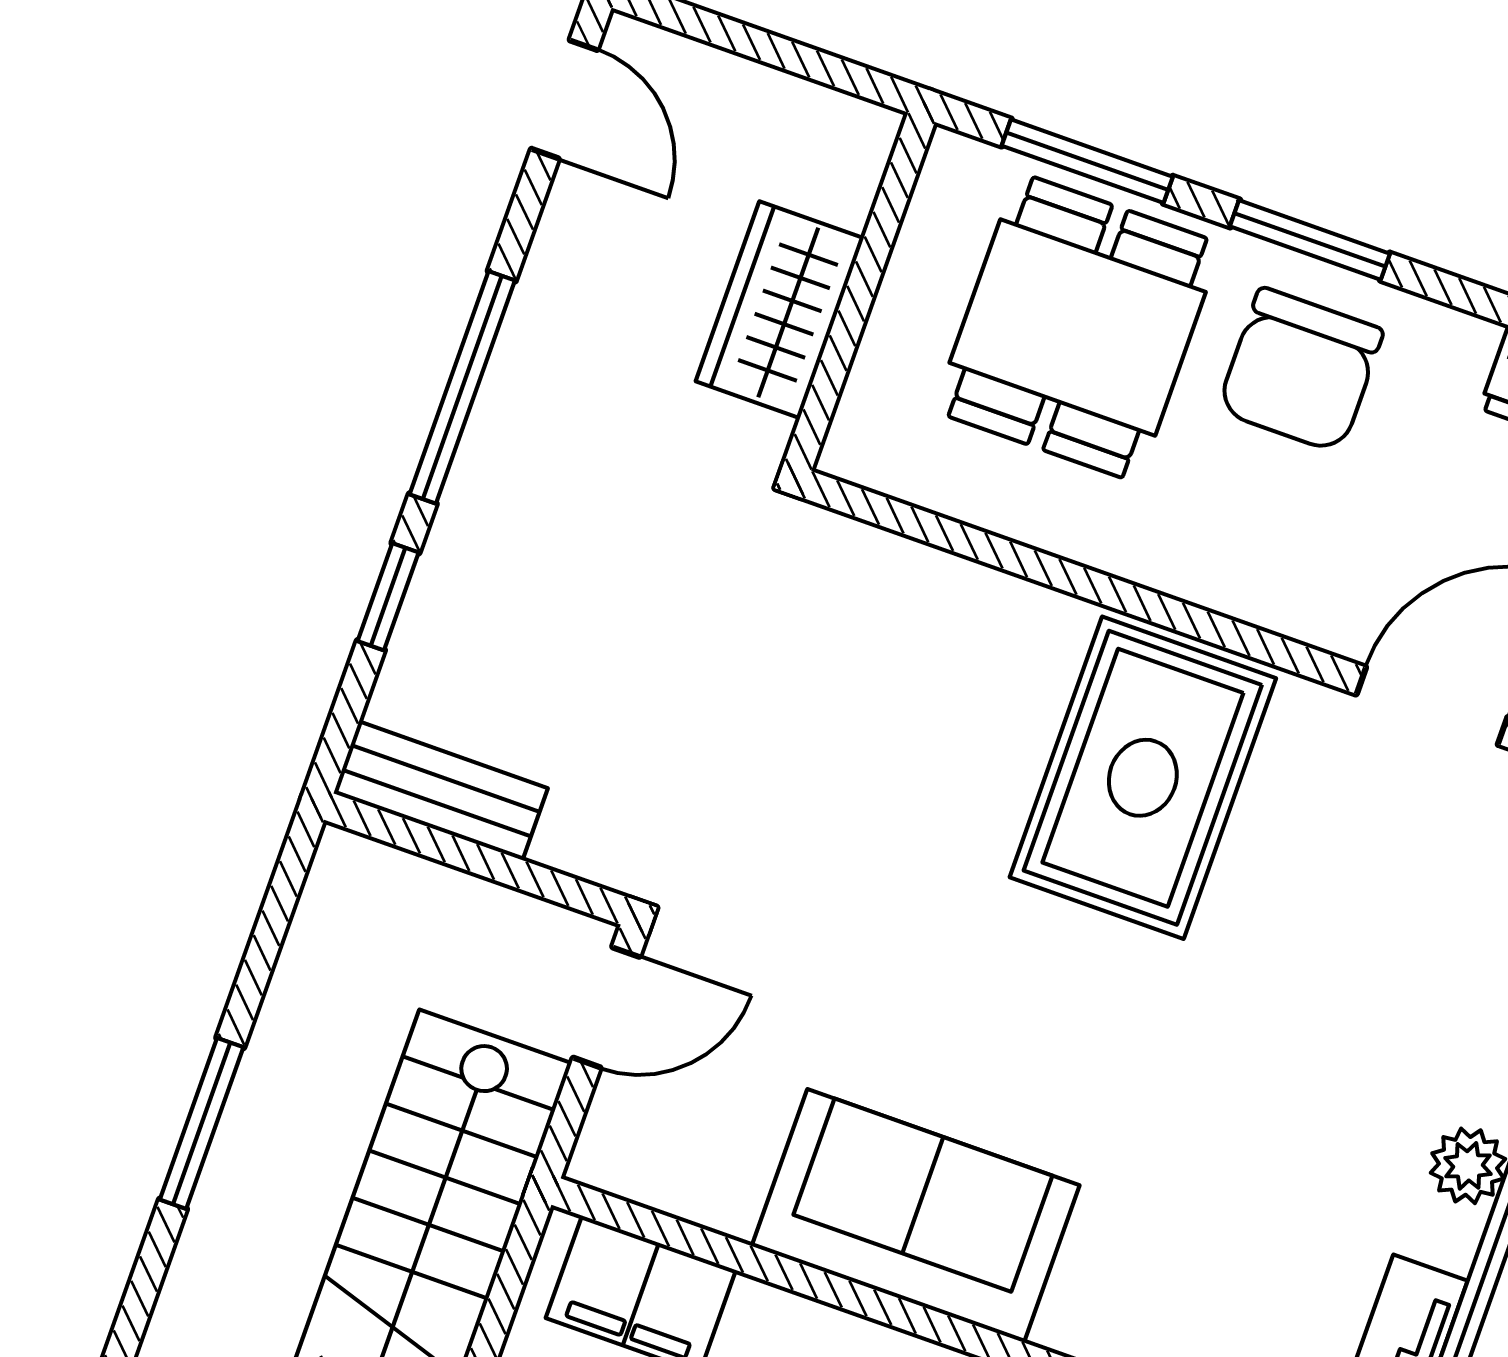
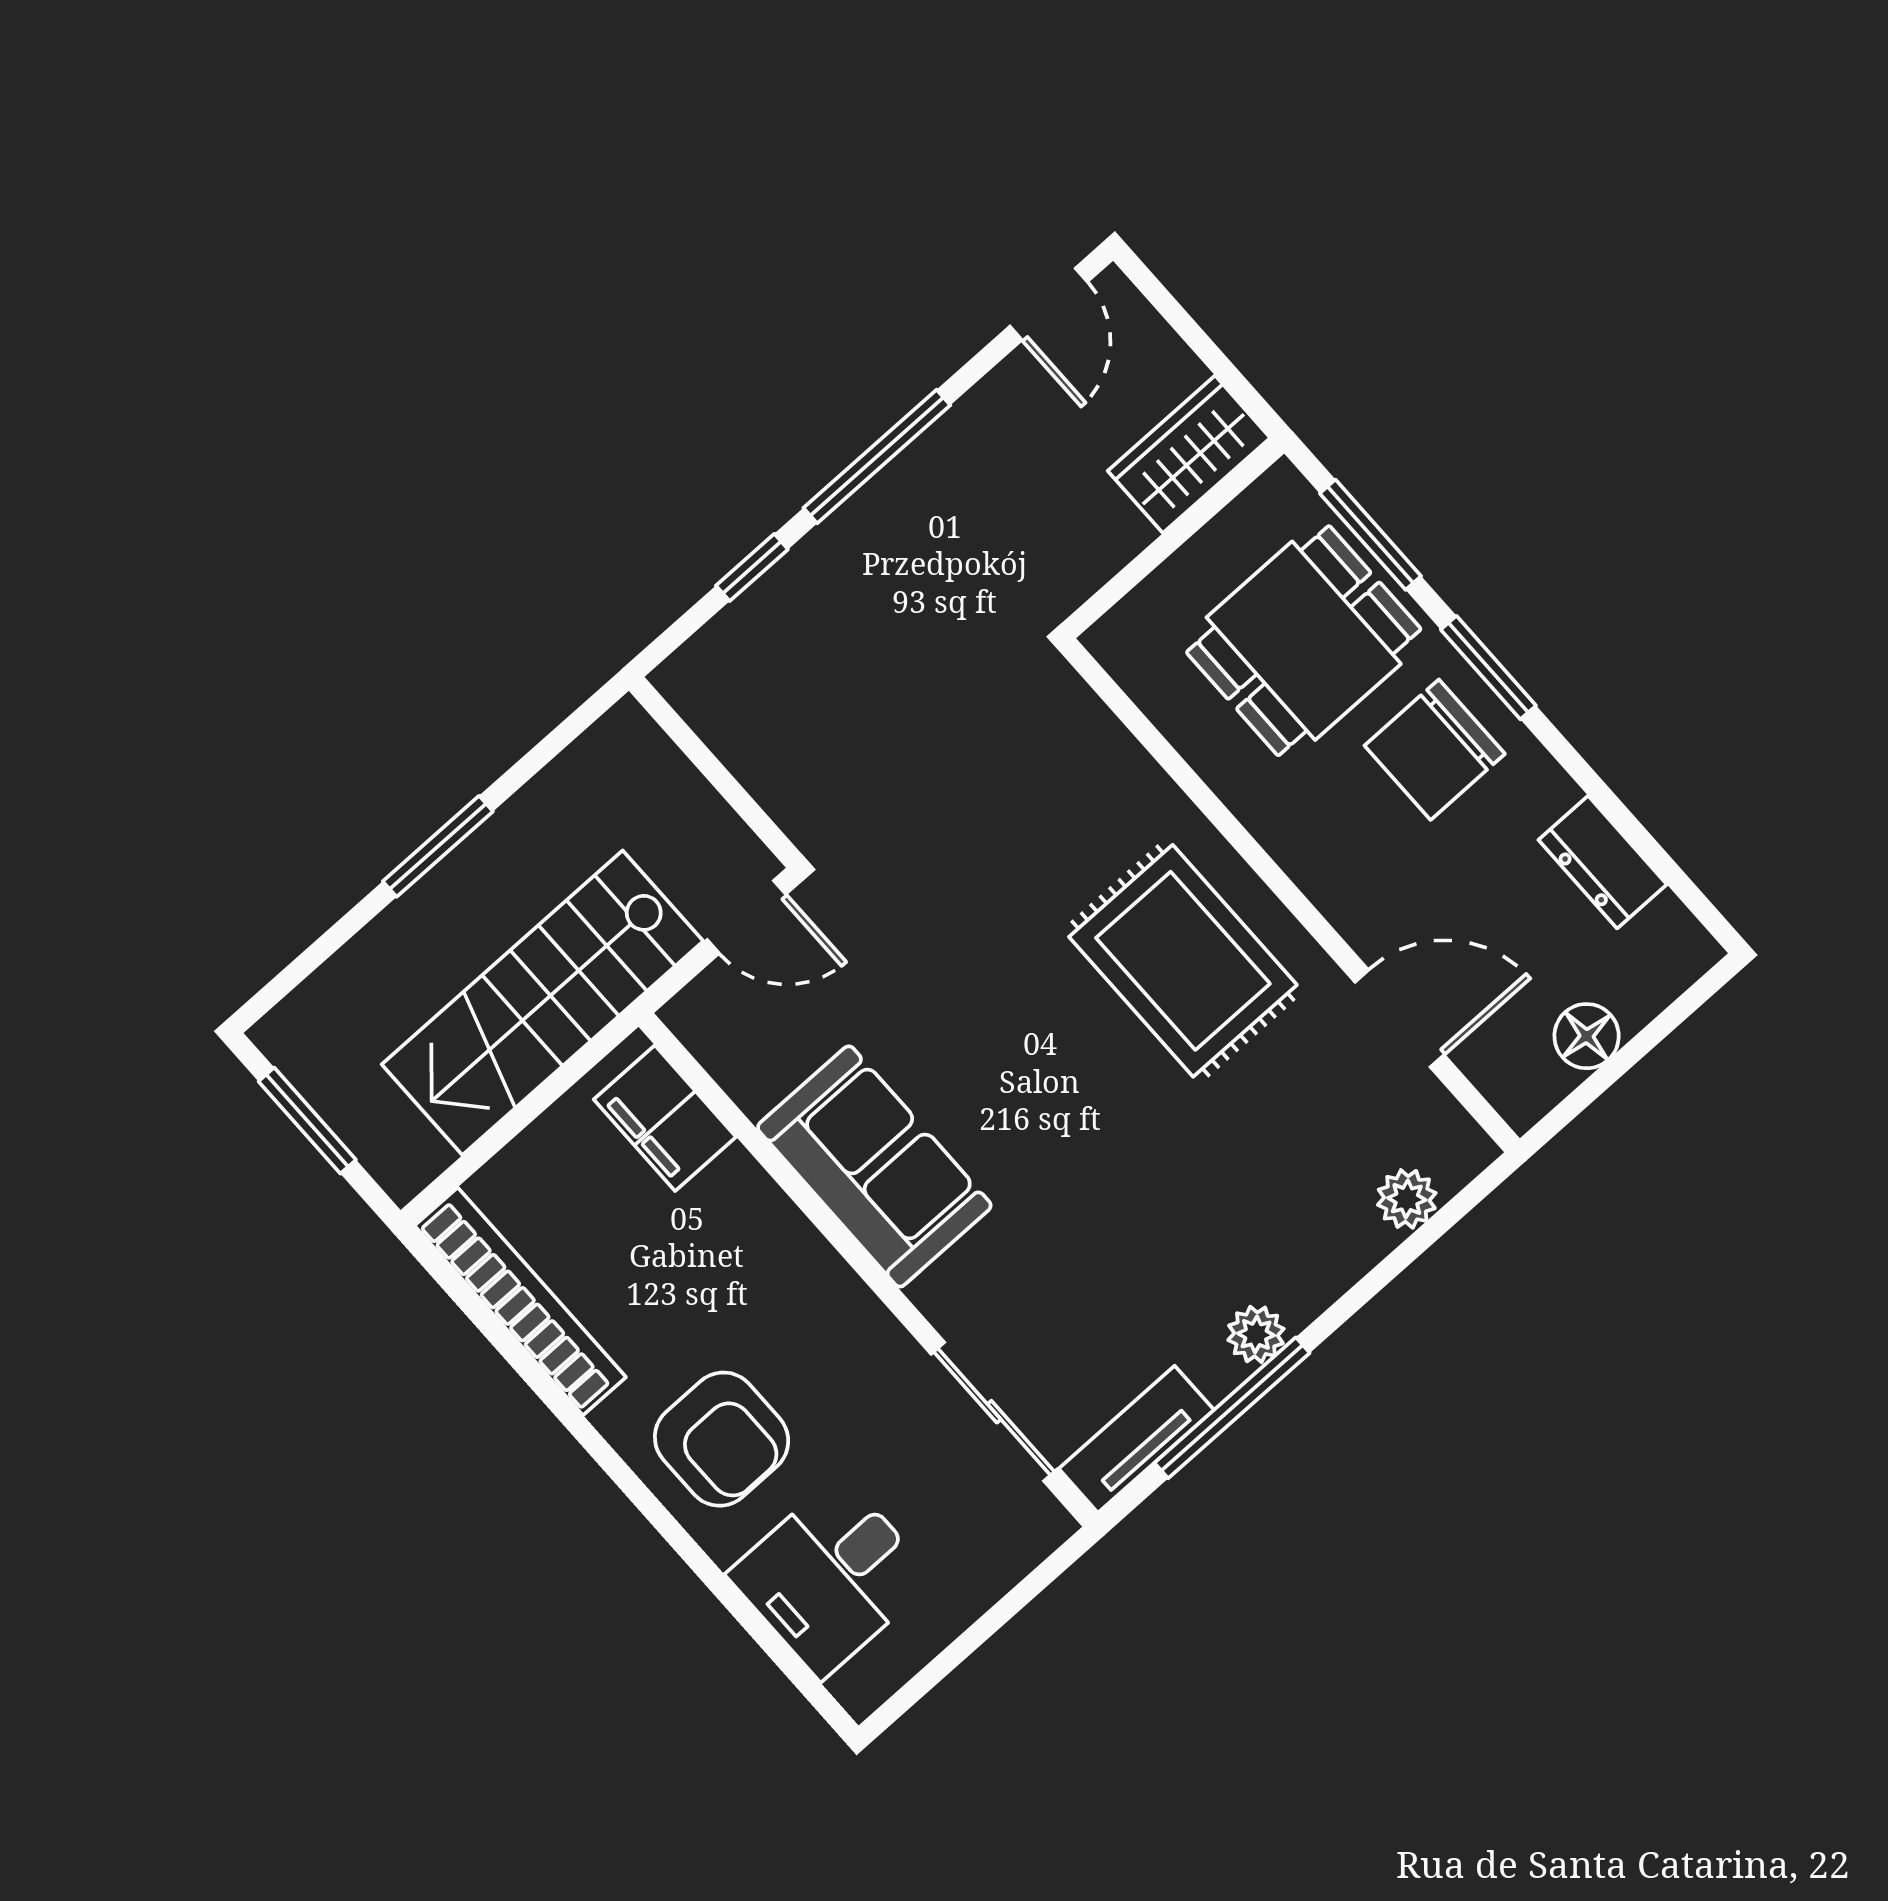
wardrobe: (780, 310) -> (1189, 454), moved
rug: (1143, 778) -> (1183, 961), turned 90
bench: (441, 791) -> (716, 714), removed

